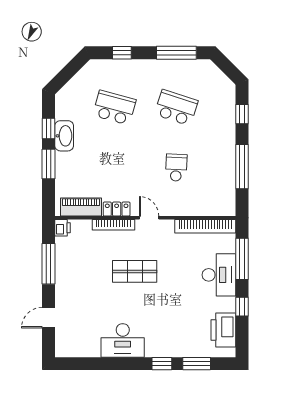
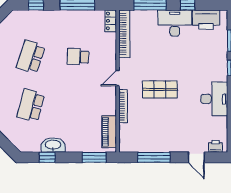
window: (49, 164) -> (94, 157), moved
locker: (117, 209) -> (111, 21), moved
printer: (63, 228) -> (216, 146), moved
shop shelf: (135, 271) -> (160, 89), turned 90
desk: (219, 275) -> (175, 23), moved

